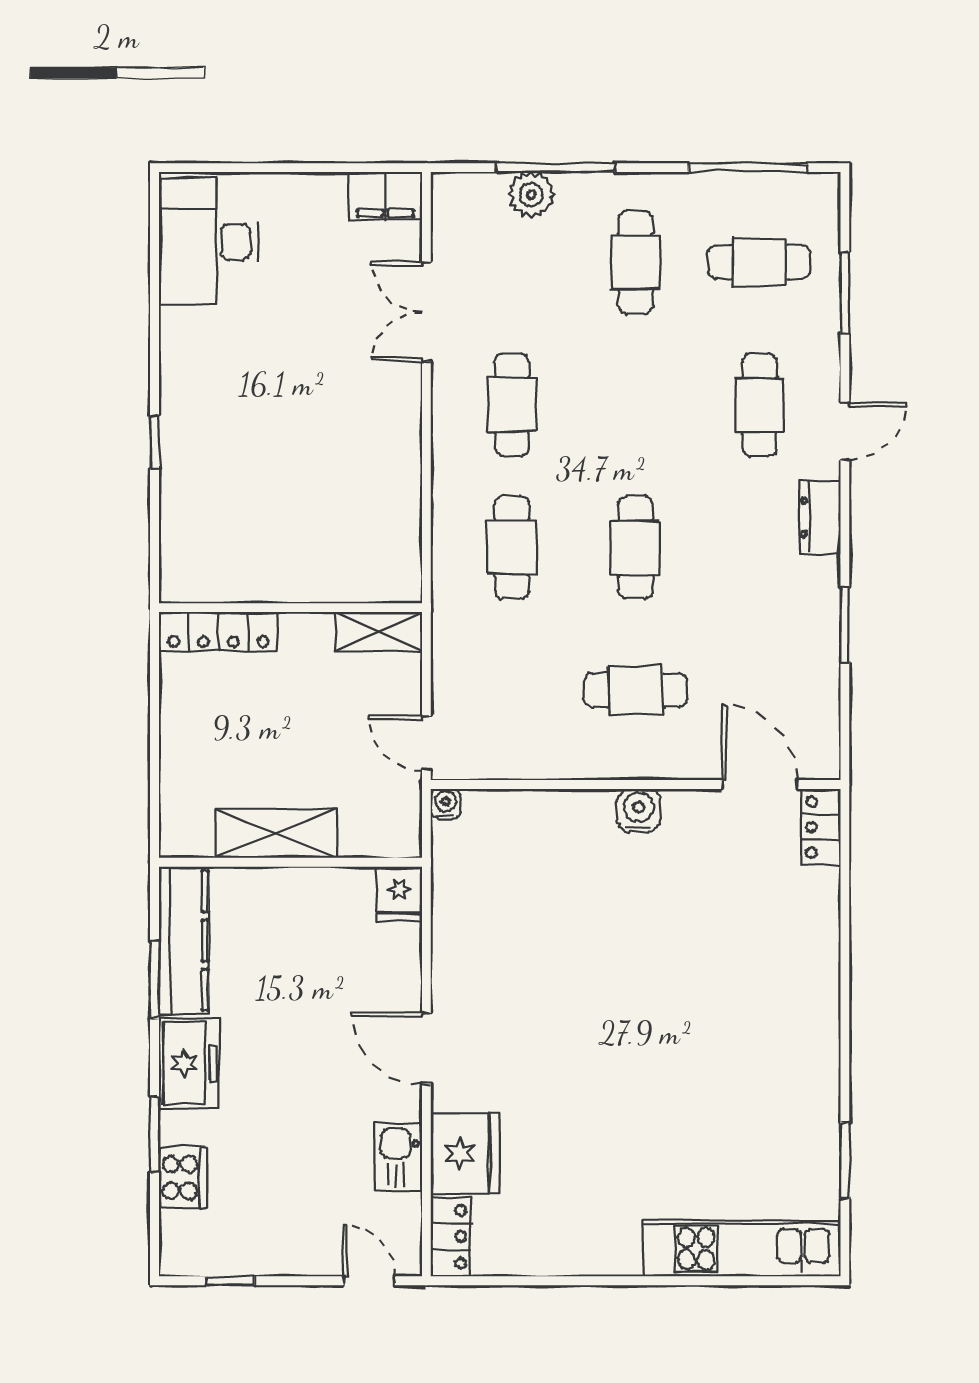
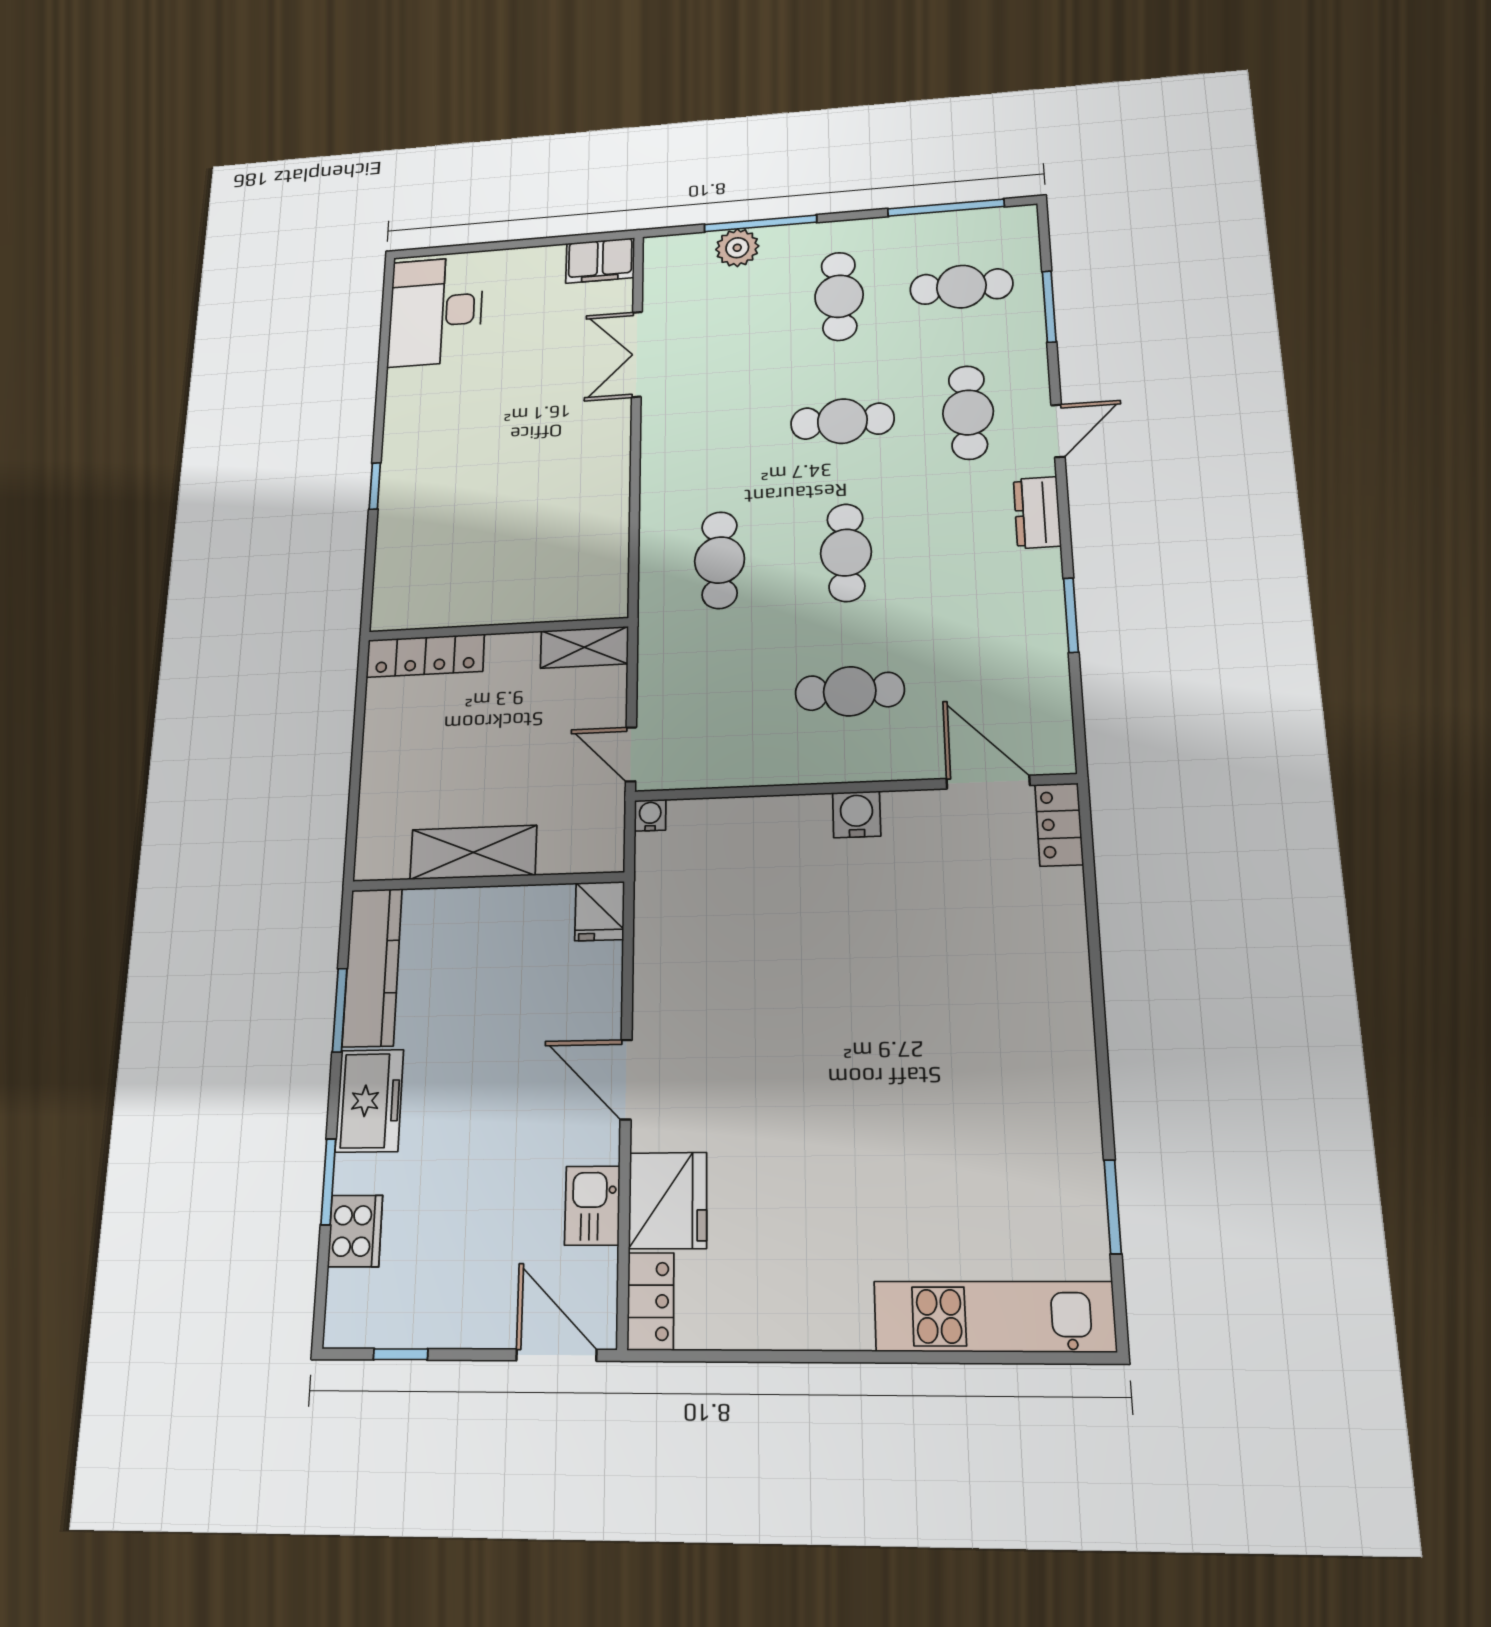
cafe table: (512, 405) -> (842, 421), moved, turned 90
door: (369, 1281) -> (556, 1355), width x1.38

